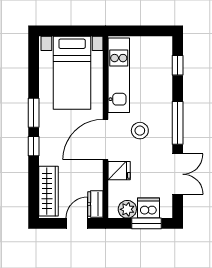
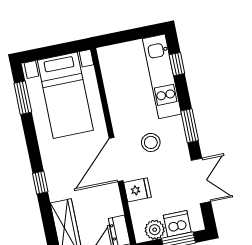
kitchen unit: (119, 75) -> (162, 76), moved, turned 180
window: (34, 113) -> (23, 98), moved
window: (178, 123) -> (190, 126), width x0.69

